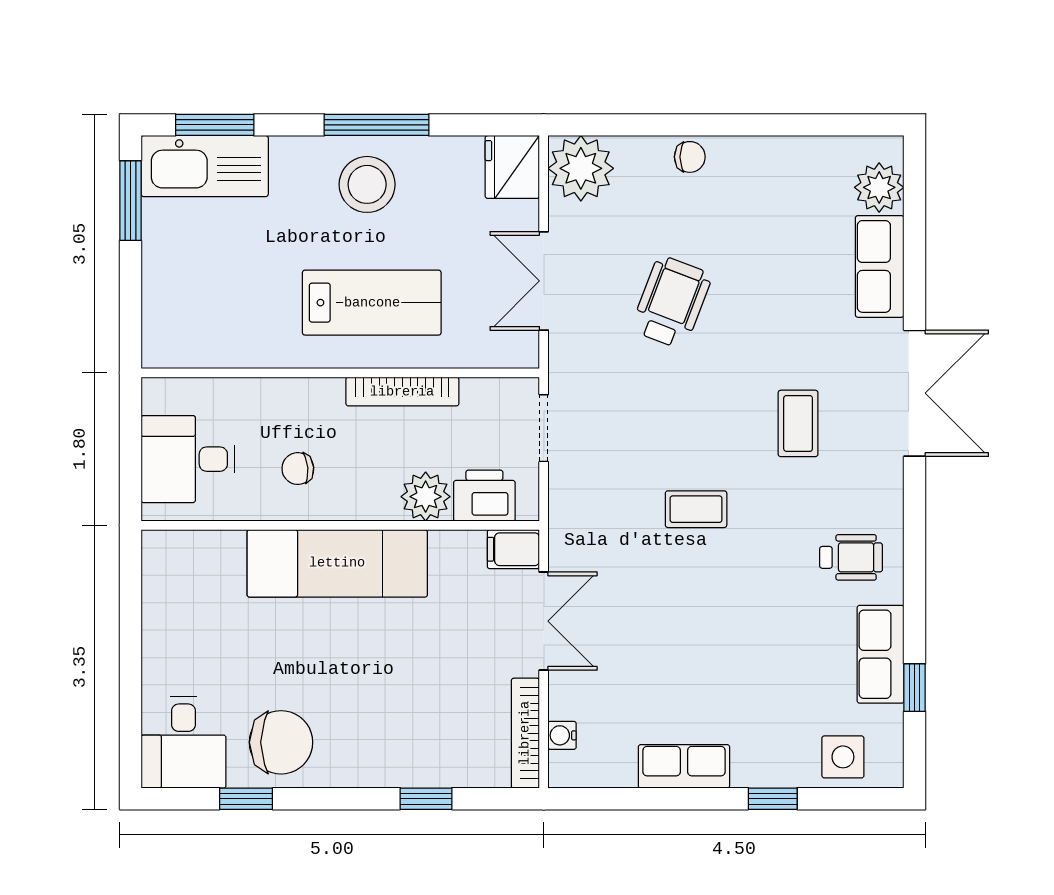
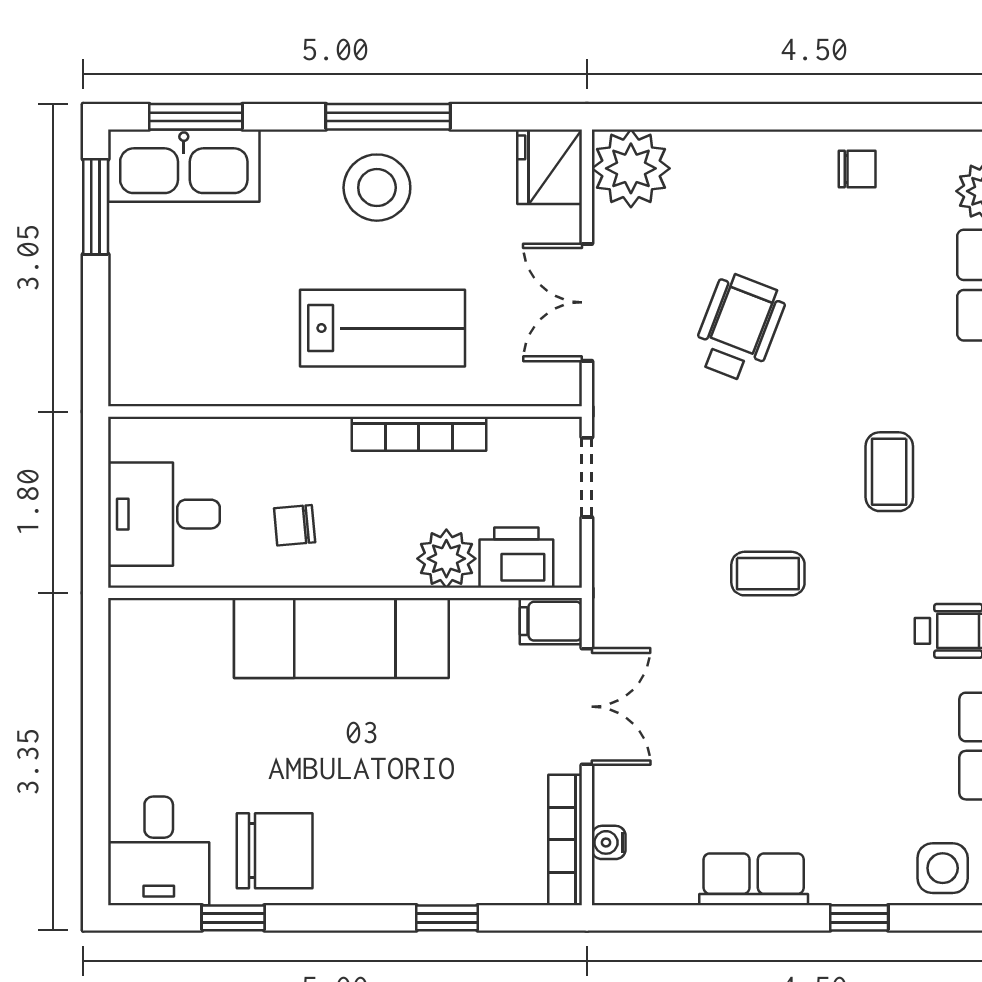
chair: (690, 157) -> (857, 169), moved

